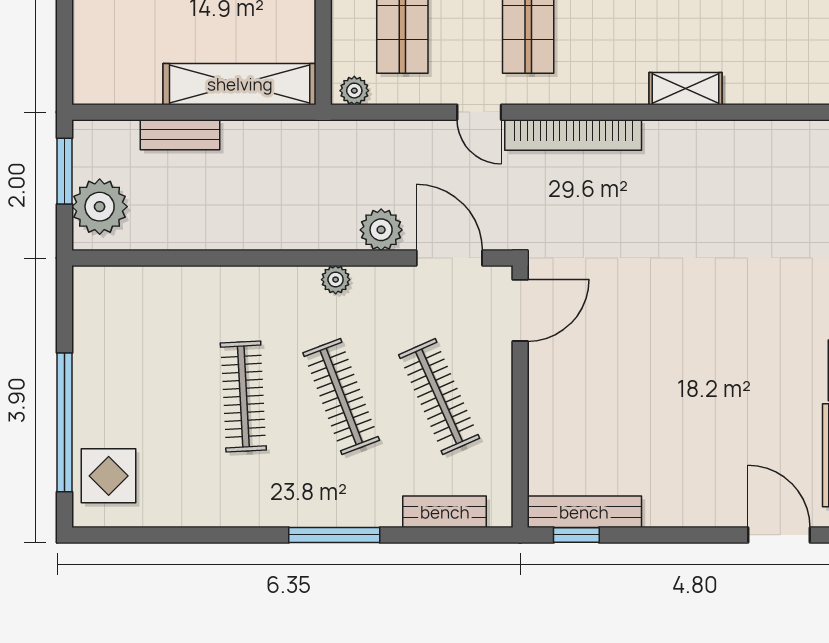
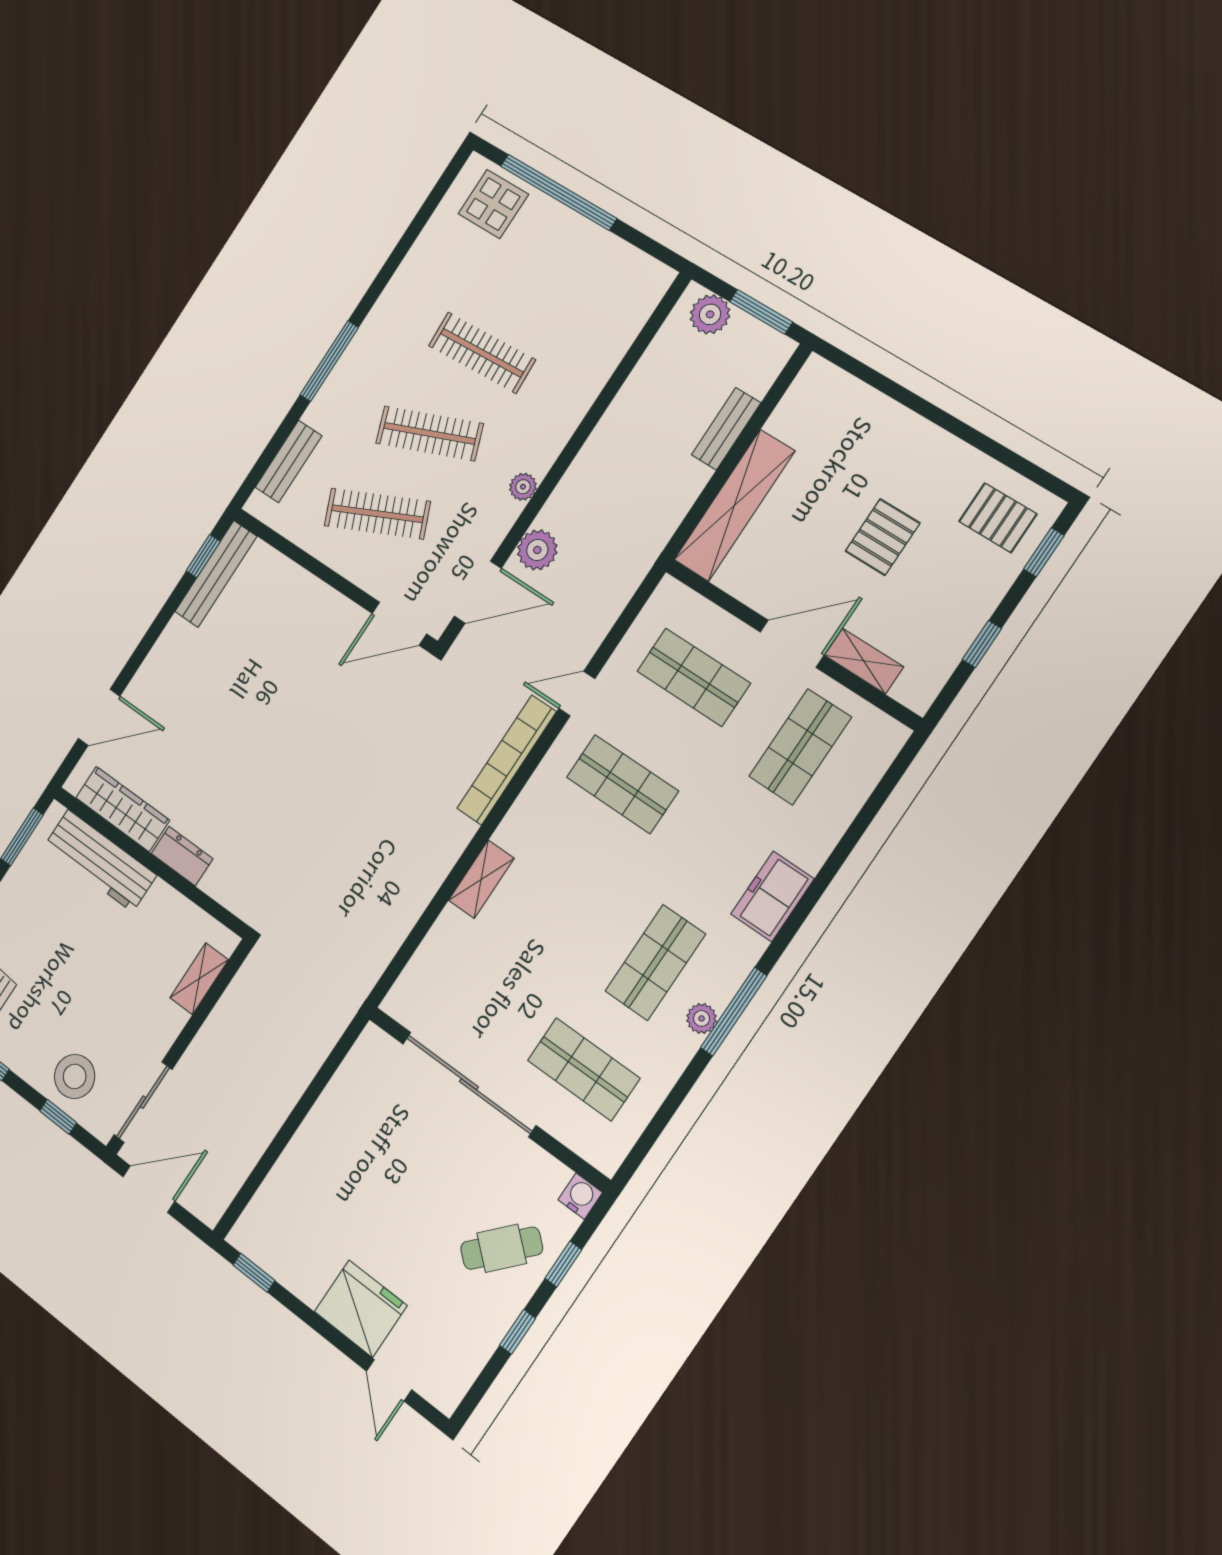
plant: (354, 91) -> (664, 600), removed
plant: (100, 207) -> (710, 314), width x0.73, depth x0.73
door: (520, 310) -> (399, 624), hinge flipped

